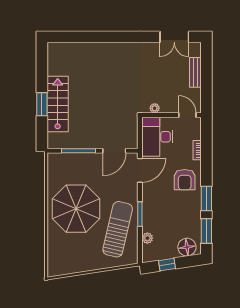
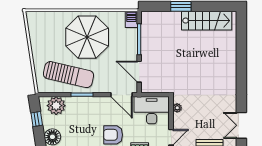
stairs: (58, 104) -> (207, 21), moved
barbecue: (56, 159) -> (131, 19), added
plant: (147, 238) -> (56, 106), width x1.87, depth x1.87

